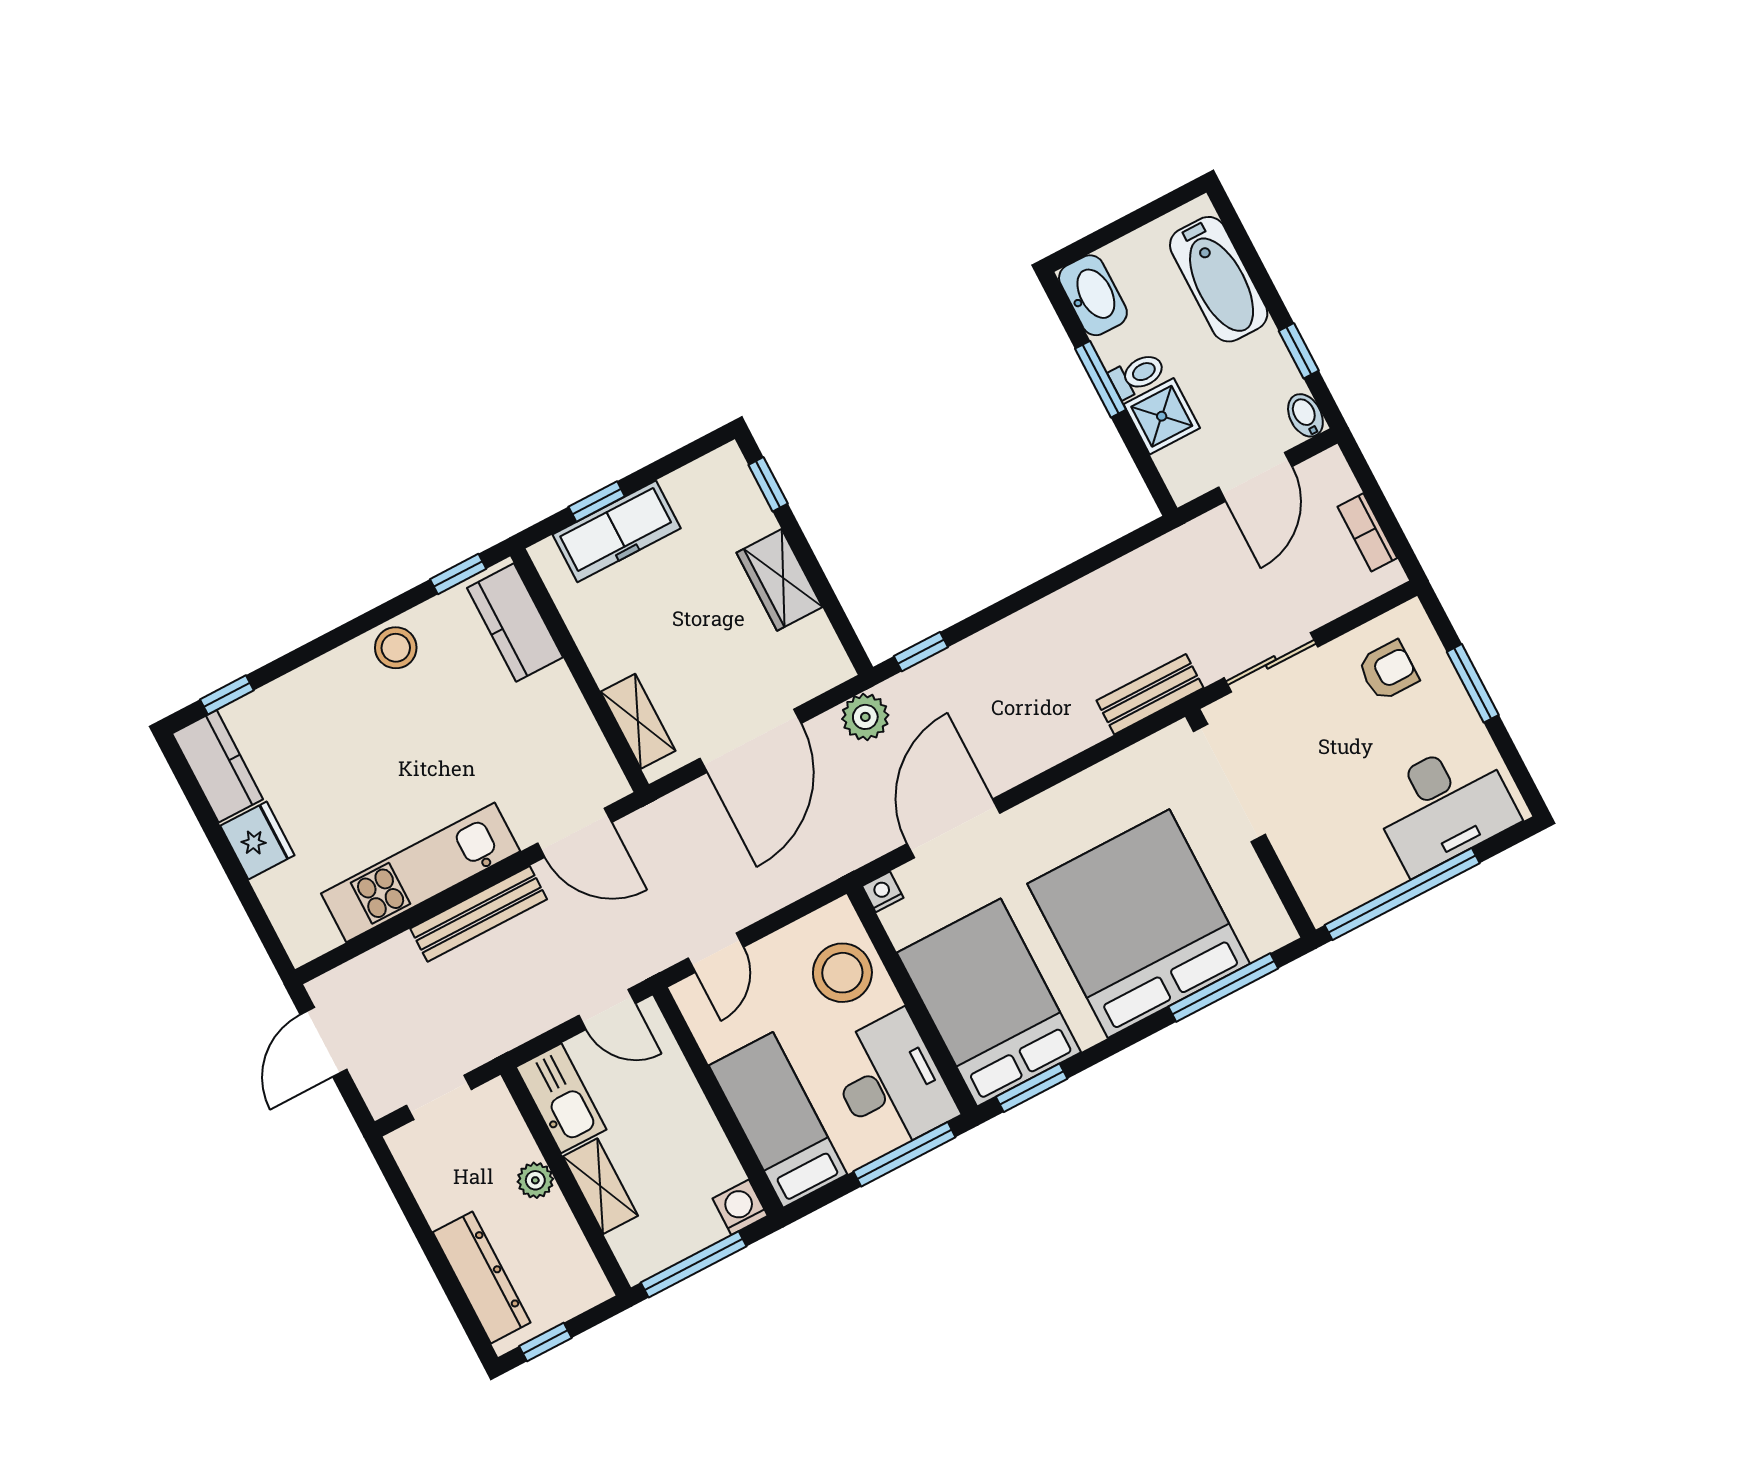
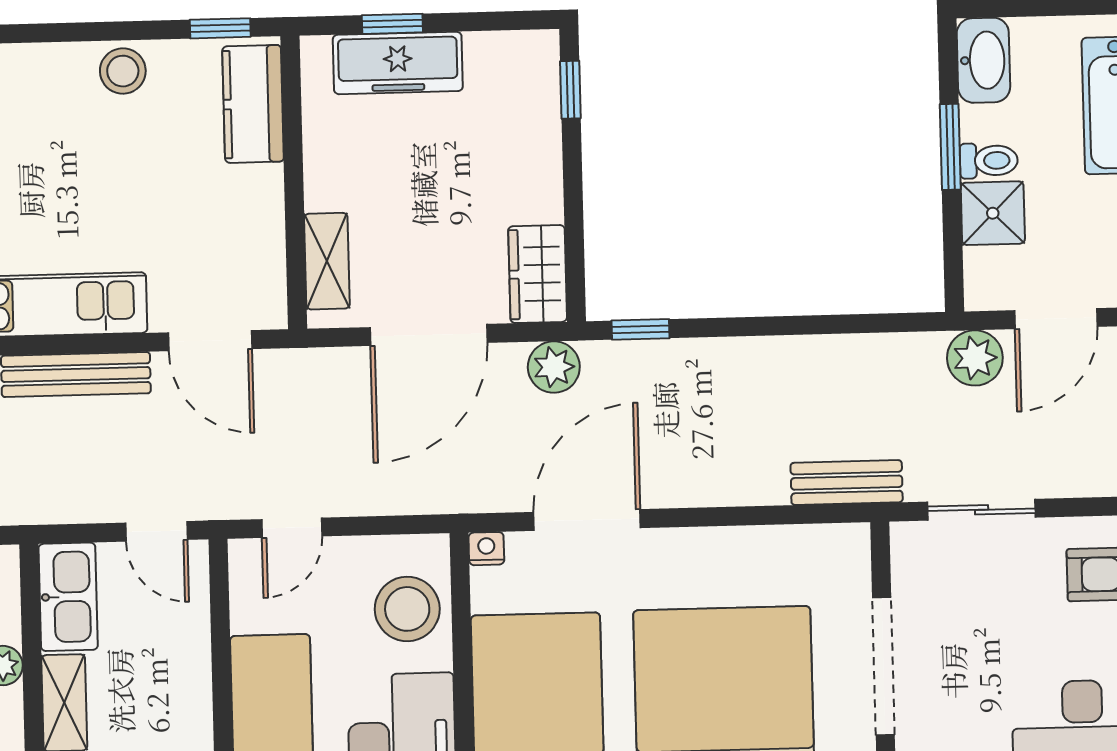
plant: (1205, 541) -> (975, 358), added
wardrobe: (779, 580) -> (538, 274), moved
doorway: (1229, 783) -> (883, 666), moved

